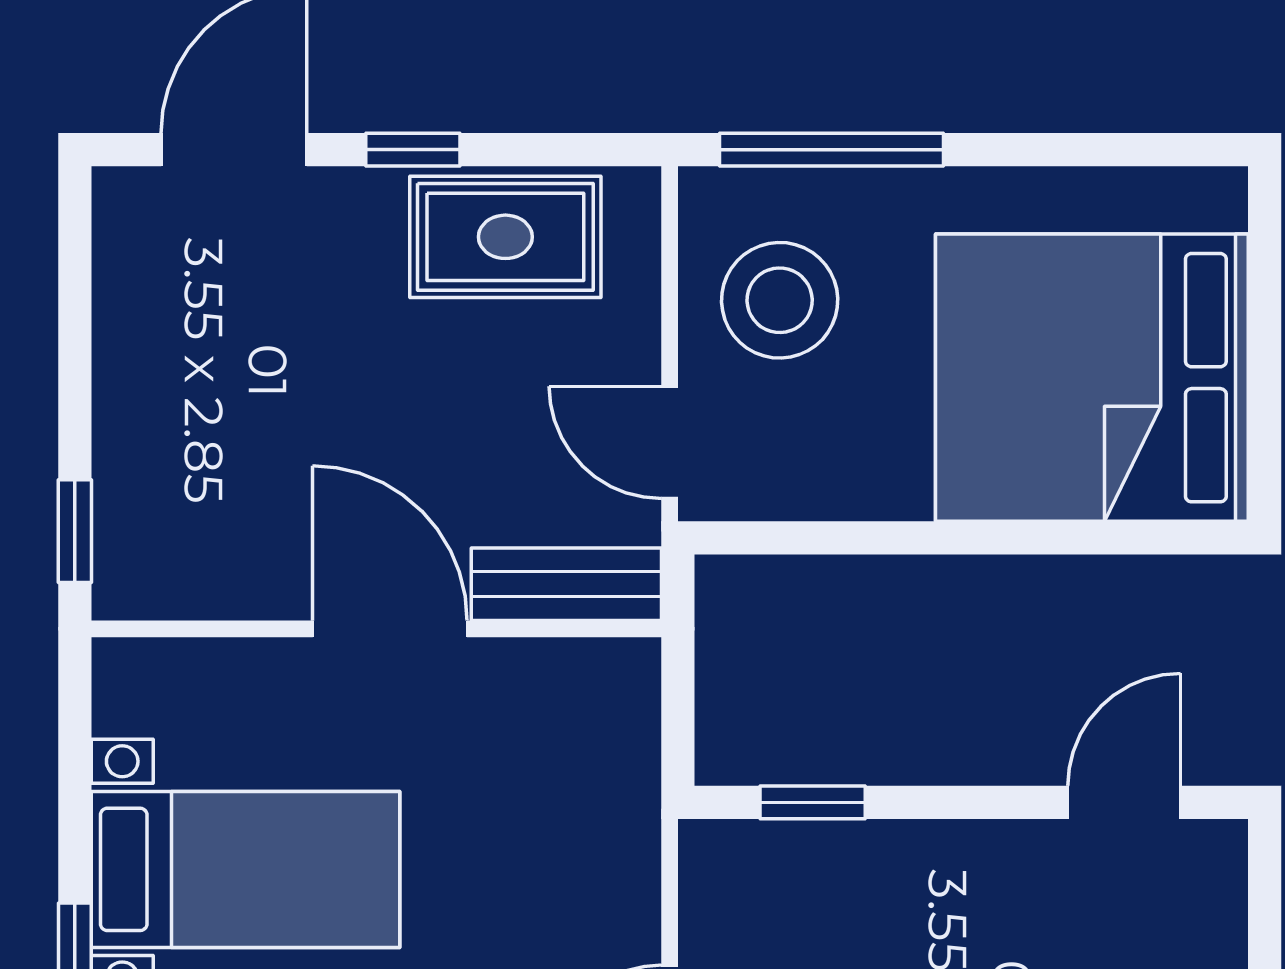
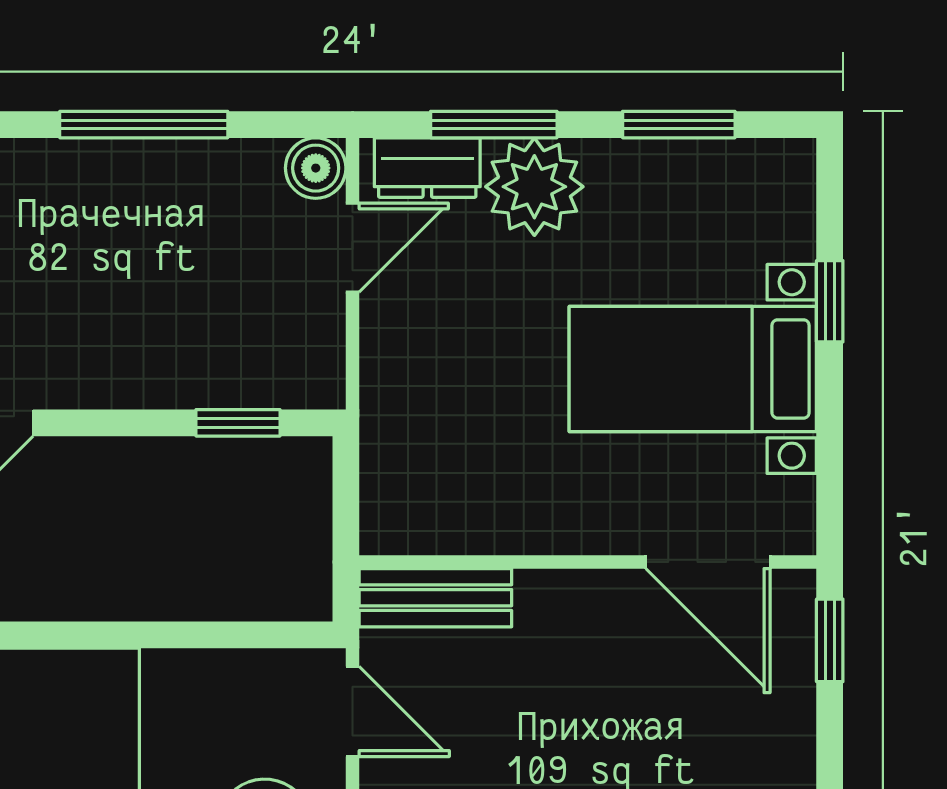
door: (390, 629) -> (708, 562), moved

